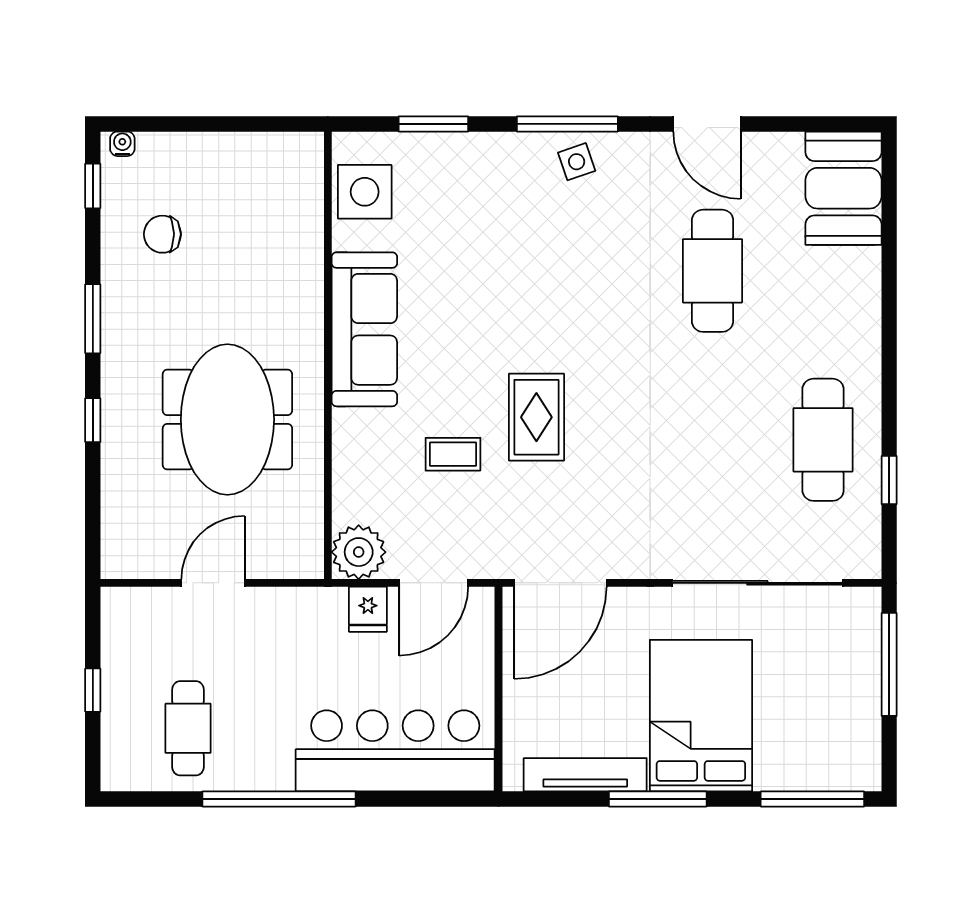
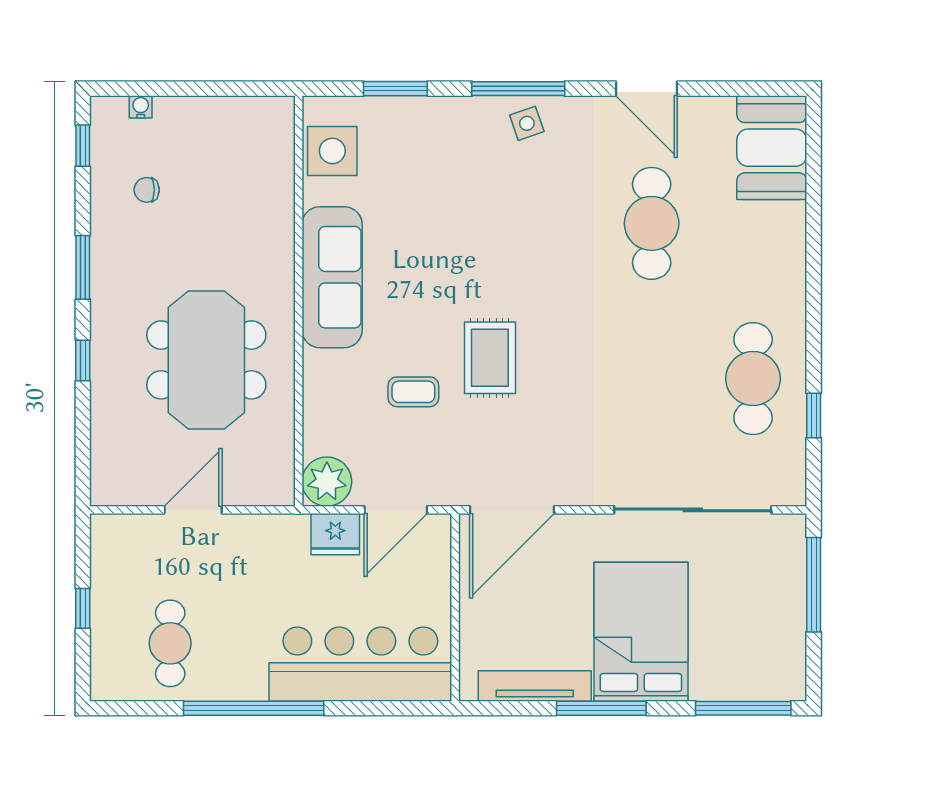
water cooler: (122, 144) -> (141, 107), moved
chair: (162, 234) -> (147, 190), width x0.73, depth x0.73
fridge: (368, 609) -> (335, 534), width x1.38

